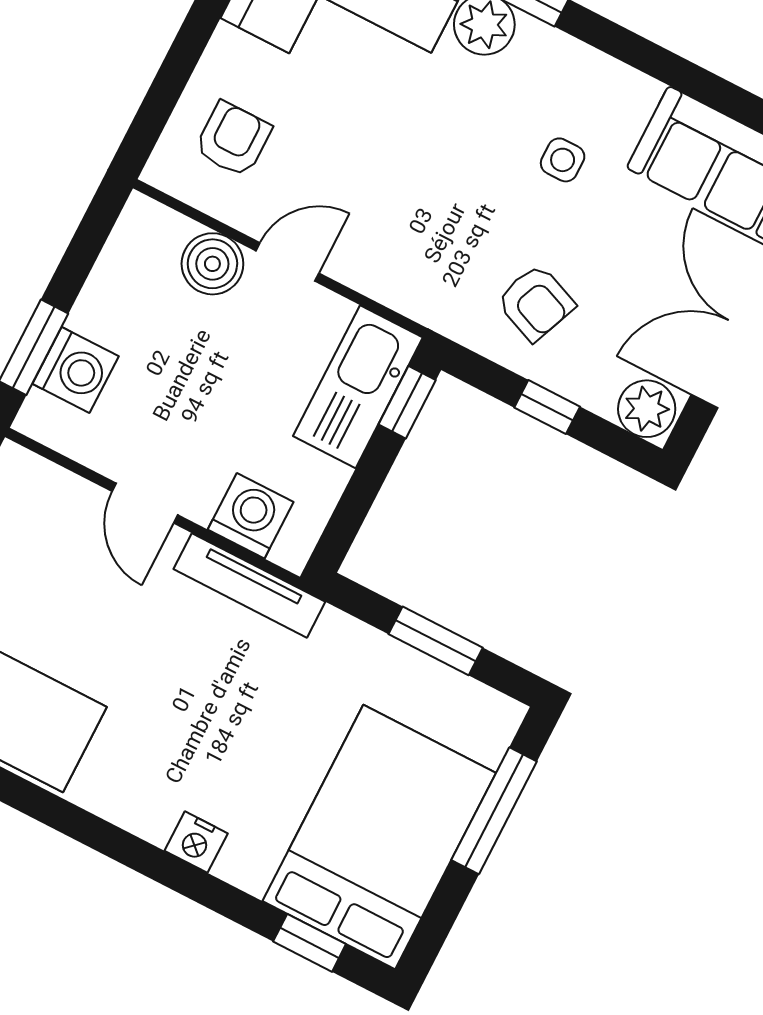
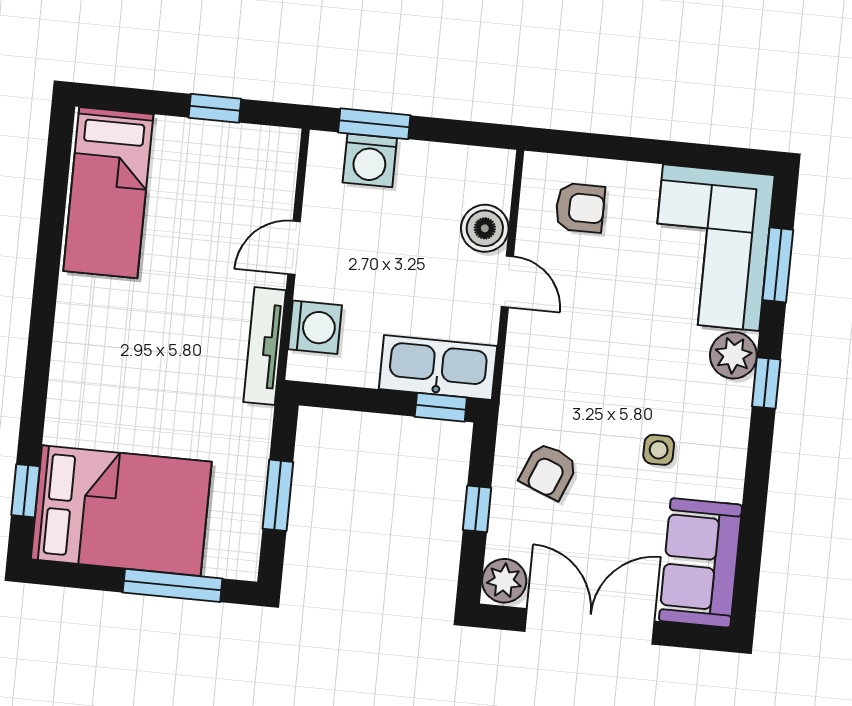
nightstand: (196, 842) -> (66, 381), removed

